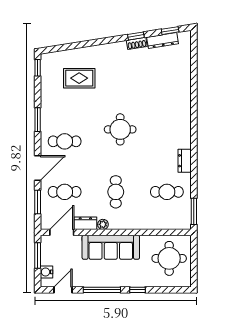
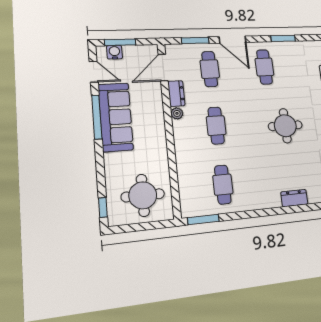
dresser: (185, 161) -> (294, 198), moved
cafe table: (116, 192) -> (216, 126), turned 90
door: (62, 232) -> (163, 68), swing flipped
sofa: (111, 247) -> (116, 117), moved, turned 180
window: (38, 256) -> (120, 42), moved
window: (138, 290) -> (103, 207), moved

